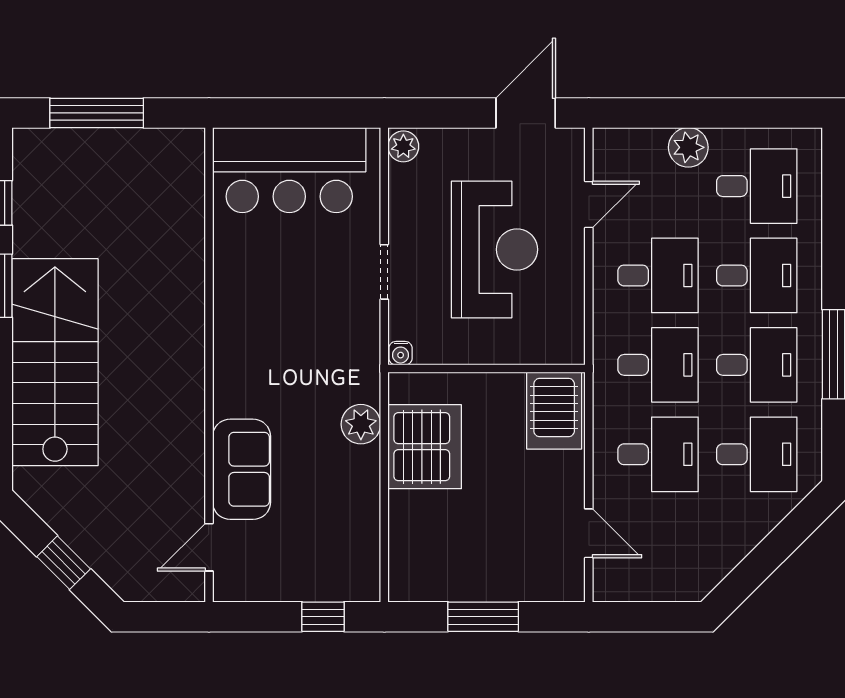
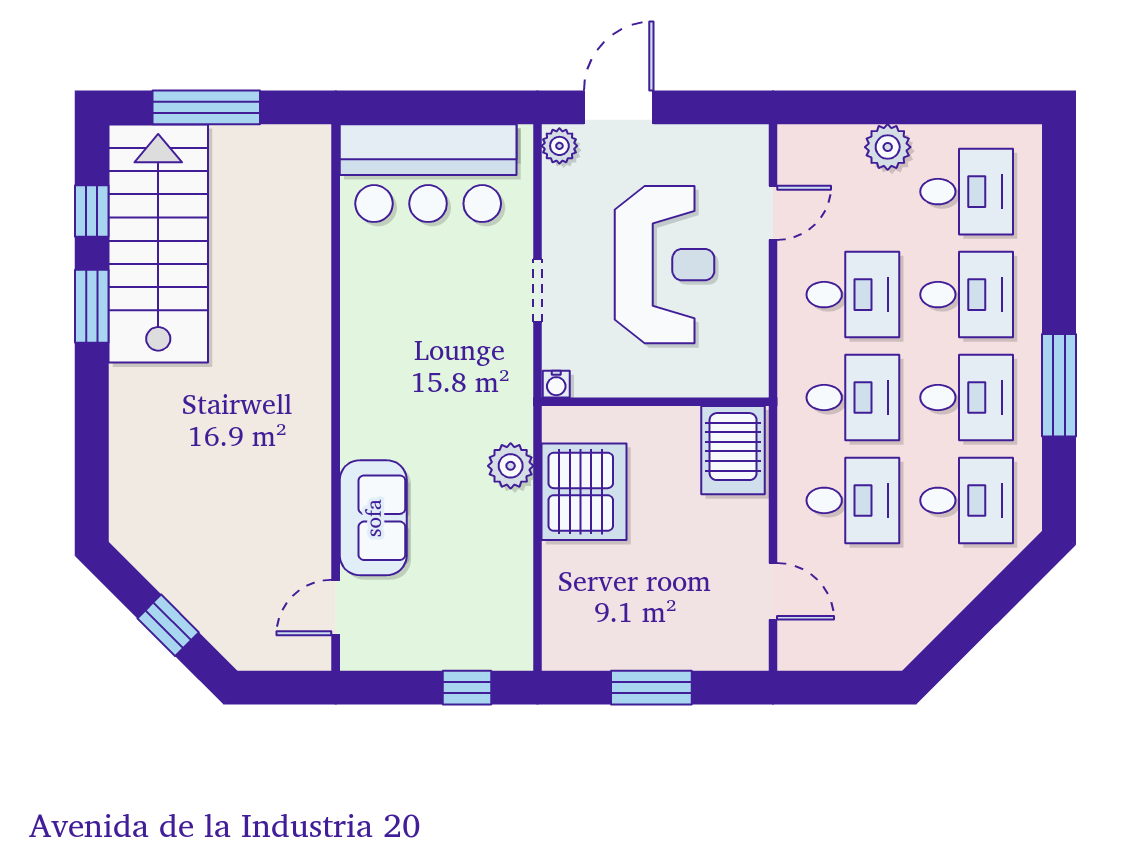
door: (526, 113) -> (619, 107), moved
stairs: (55, 362) -> (158, 243), moved

